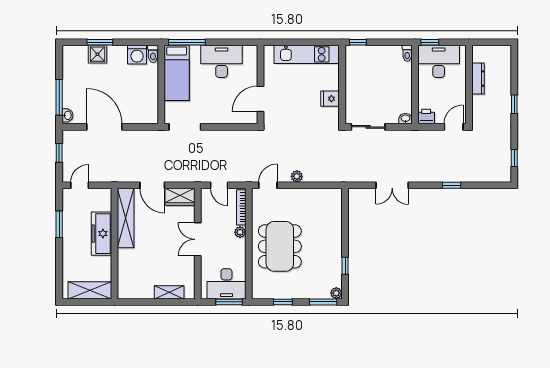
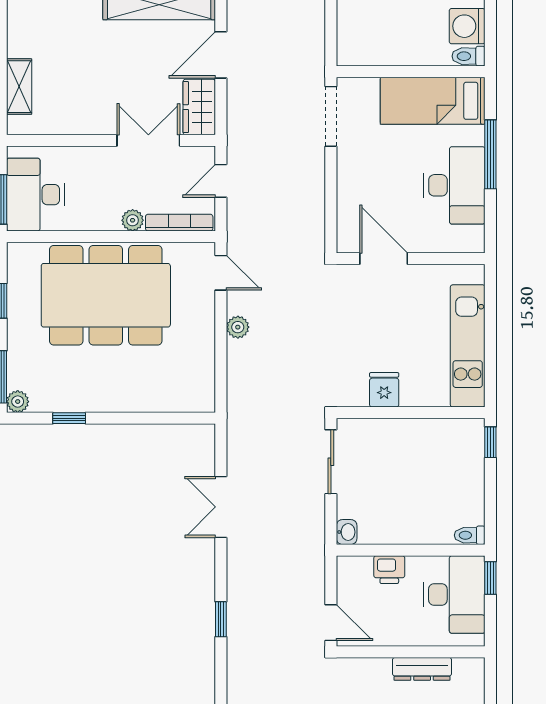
window: (187, 42) -> (490, 154), moved
printer: (426, 117) -> (389, 570), moved, turned 90
double door: (198, 239) -> (148, 140), moved
dining table: (280, 246) -> (106, 295), width x1.36, depth x1.24

